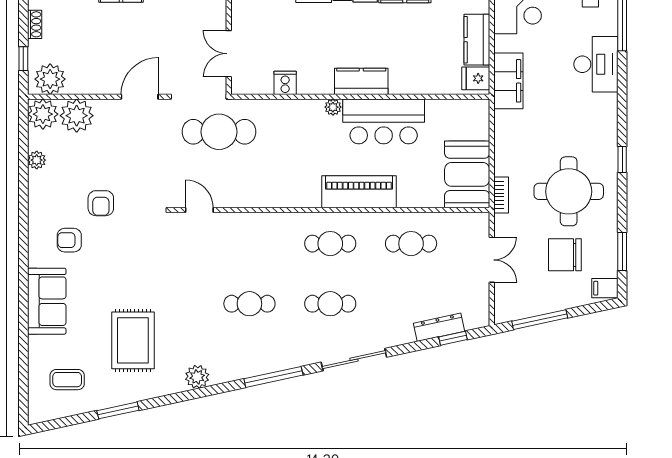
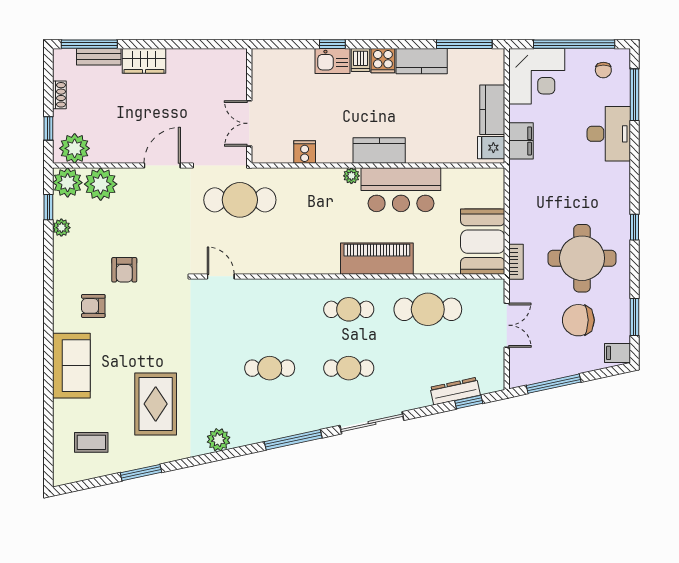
filing cabinet: (508, 81) -> (521, 141), width x0.67, depth x0.86
window: (23, 139) -> (48, 207), added
cafe table: (411, 244) -> (428, 309), width x1.37, depth x1.35

